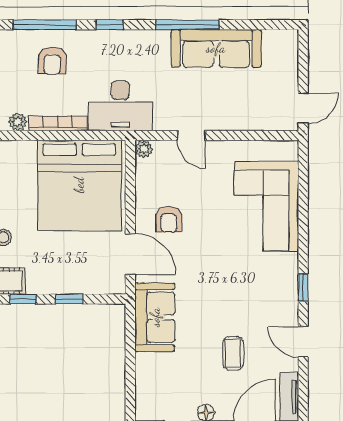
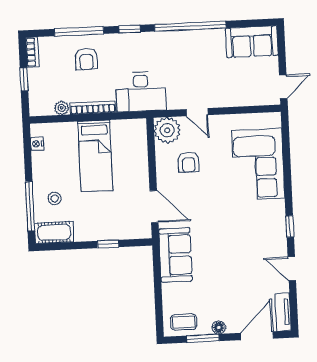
window: (188, 25) -> (190, 26), width x1.46
sofa: (216, 48) -> (252, 42), moved, width x0.73
plant: (144, 149) -> (167, 130), width x1.88, depth x1.88
bed: (79, 185) -> (95, 156), width x0.49
armchair: (169, 219) -> (188, 162), moved
window: (23, 299) -> (72, 246), removed
coffee table: (233, 353) -> (184, 322), moved, turned 90

